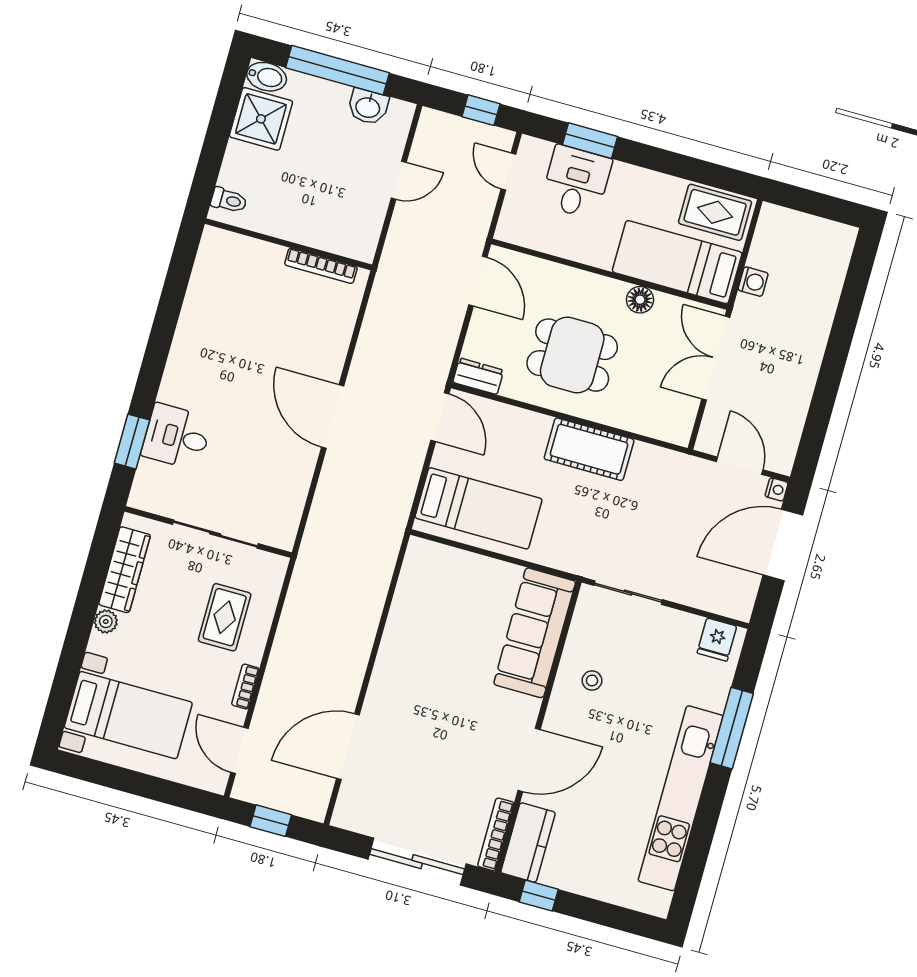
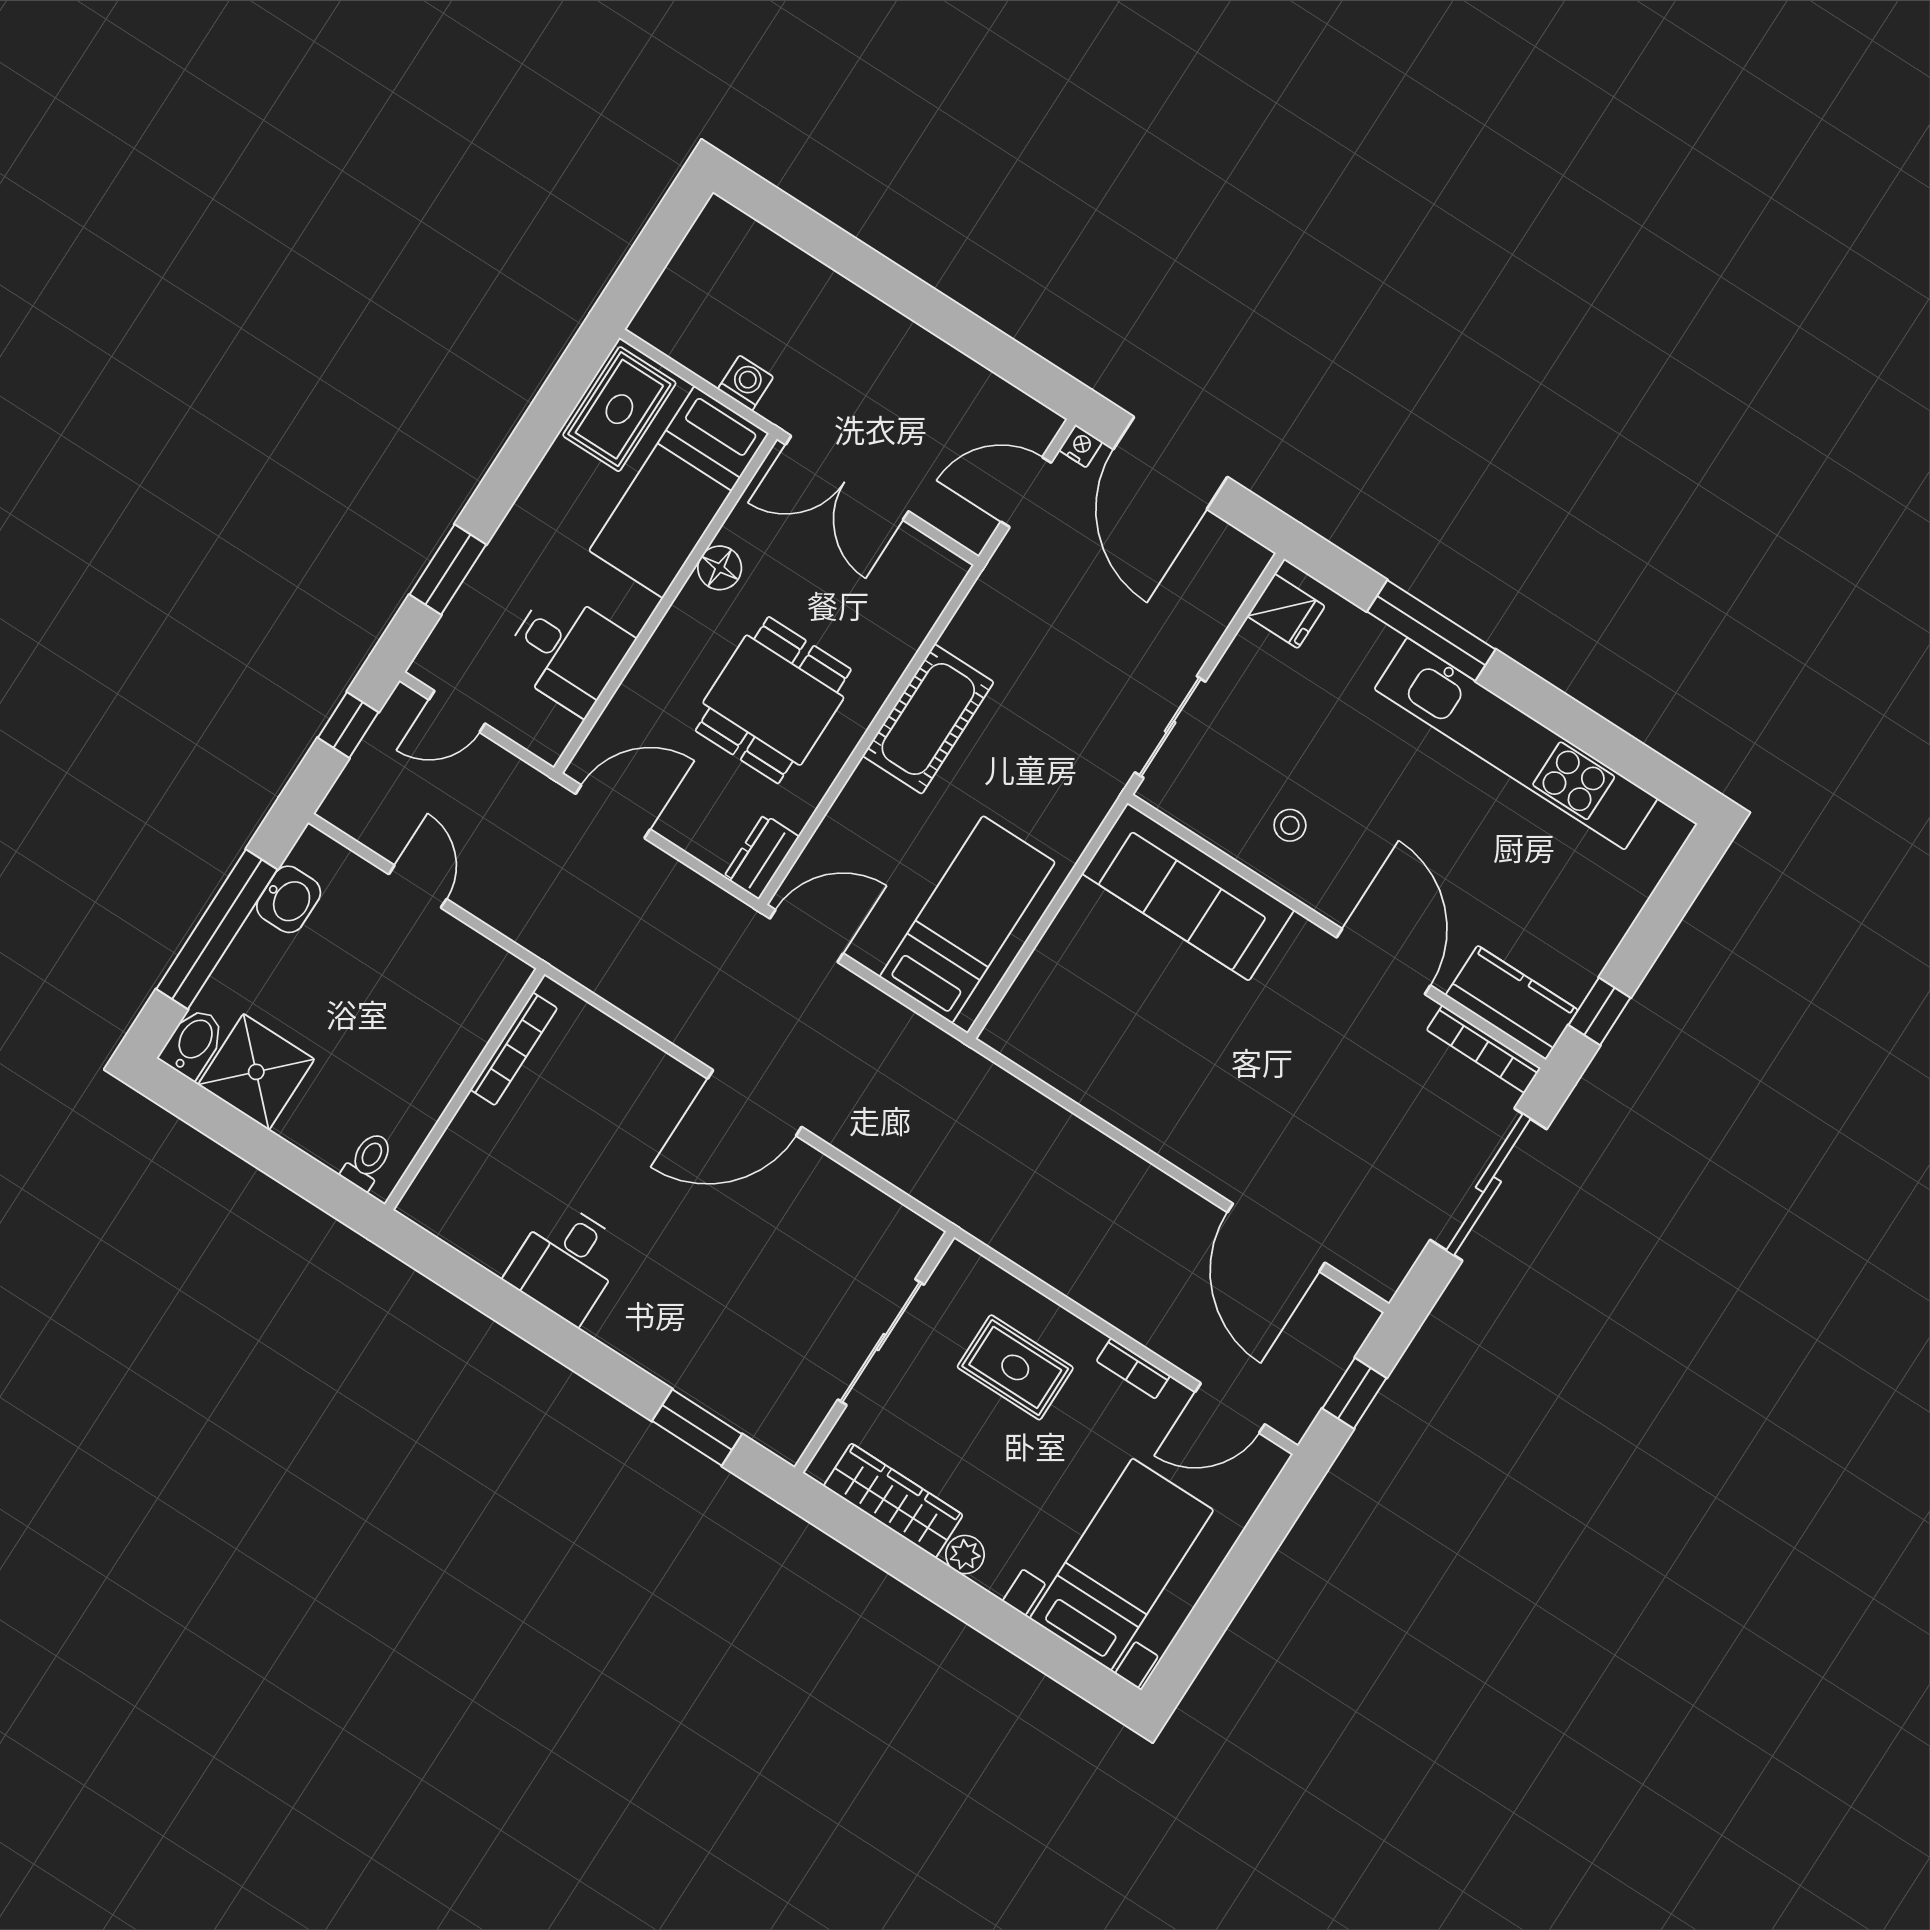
desk: (576, 182) -> (567, 651), moved, turned 180
desk: (177, 437) -> (566, 1263), moved

